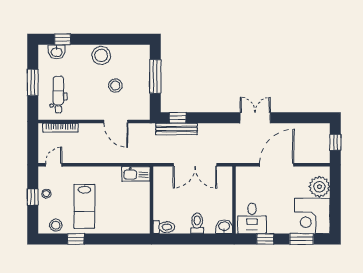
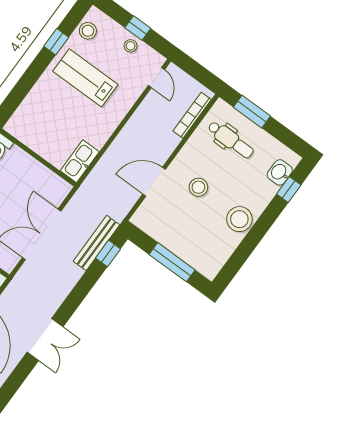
window: (33, 82) -> (252, 112), moved
stool: (115, 86) -> (198, 187), moved

